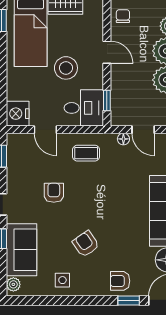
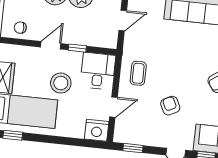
window: (107, 100) -> (77, 48), moved
floor lamp: (123, 139) -> (129, 39), removed
armchair: (54, 193) -> (170, 106), turned 64

